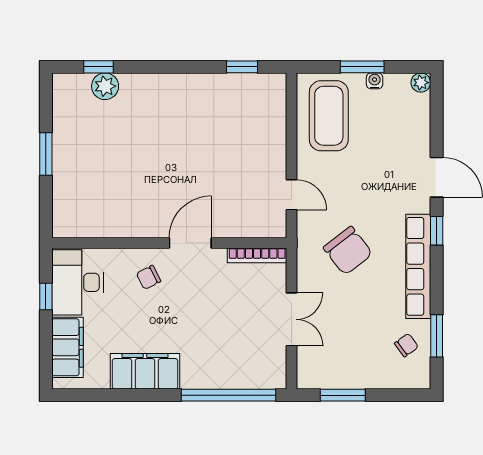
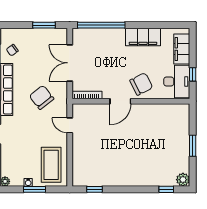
plant: (105, 86) -> (183, 180), moved
chair: (149, 277) -> (141, 84), width x1.87, depth x1.87
double door: (292, 319) -> (70, 63), width x1.37

